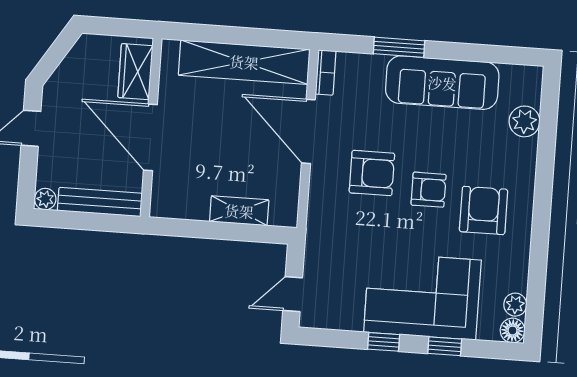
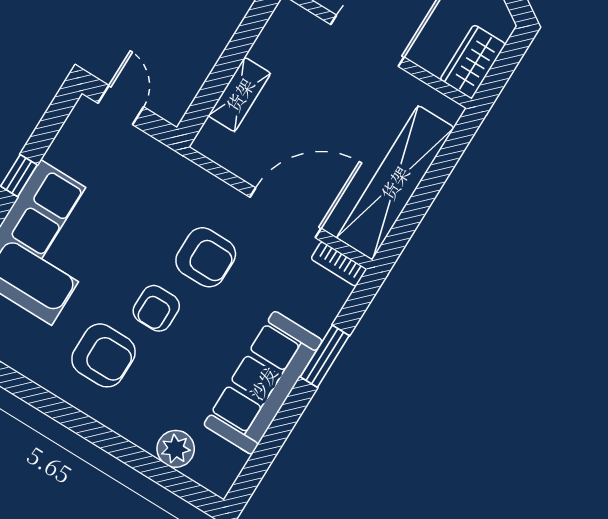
wardrobe: (135, 72) -> (473, 62), moved, turned -90
armchair: (372, 173) -> (206, 257), turned -90

